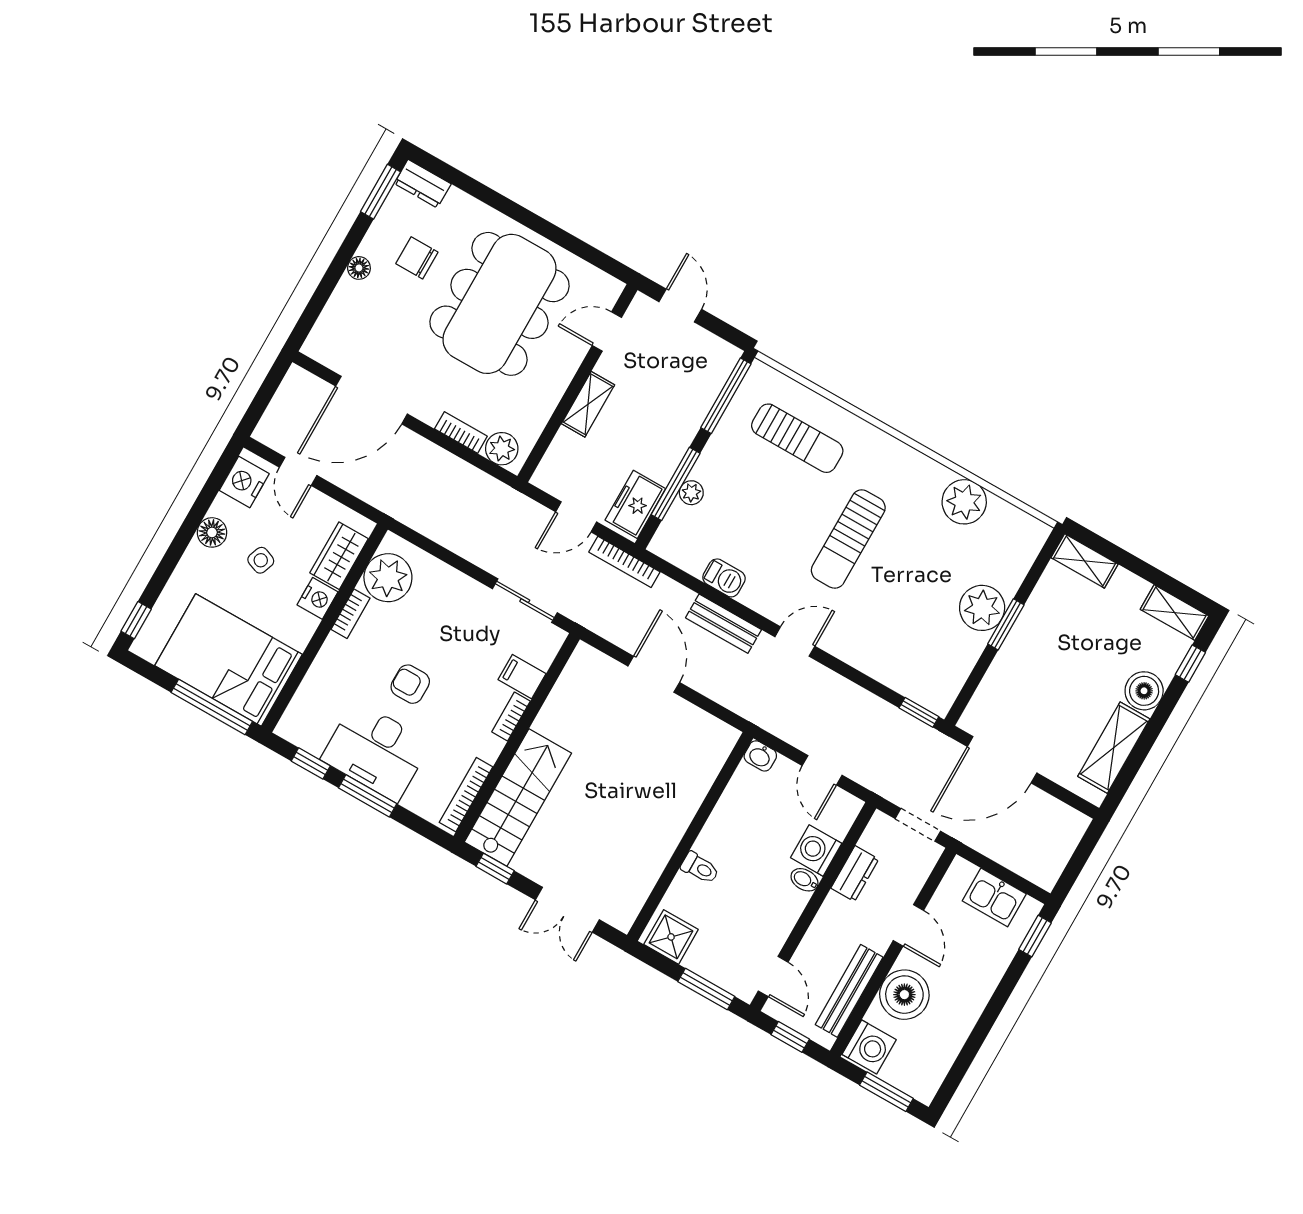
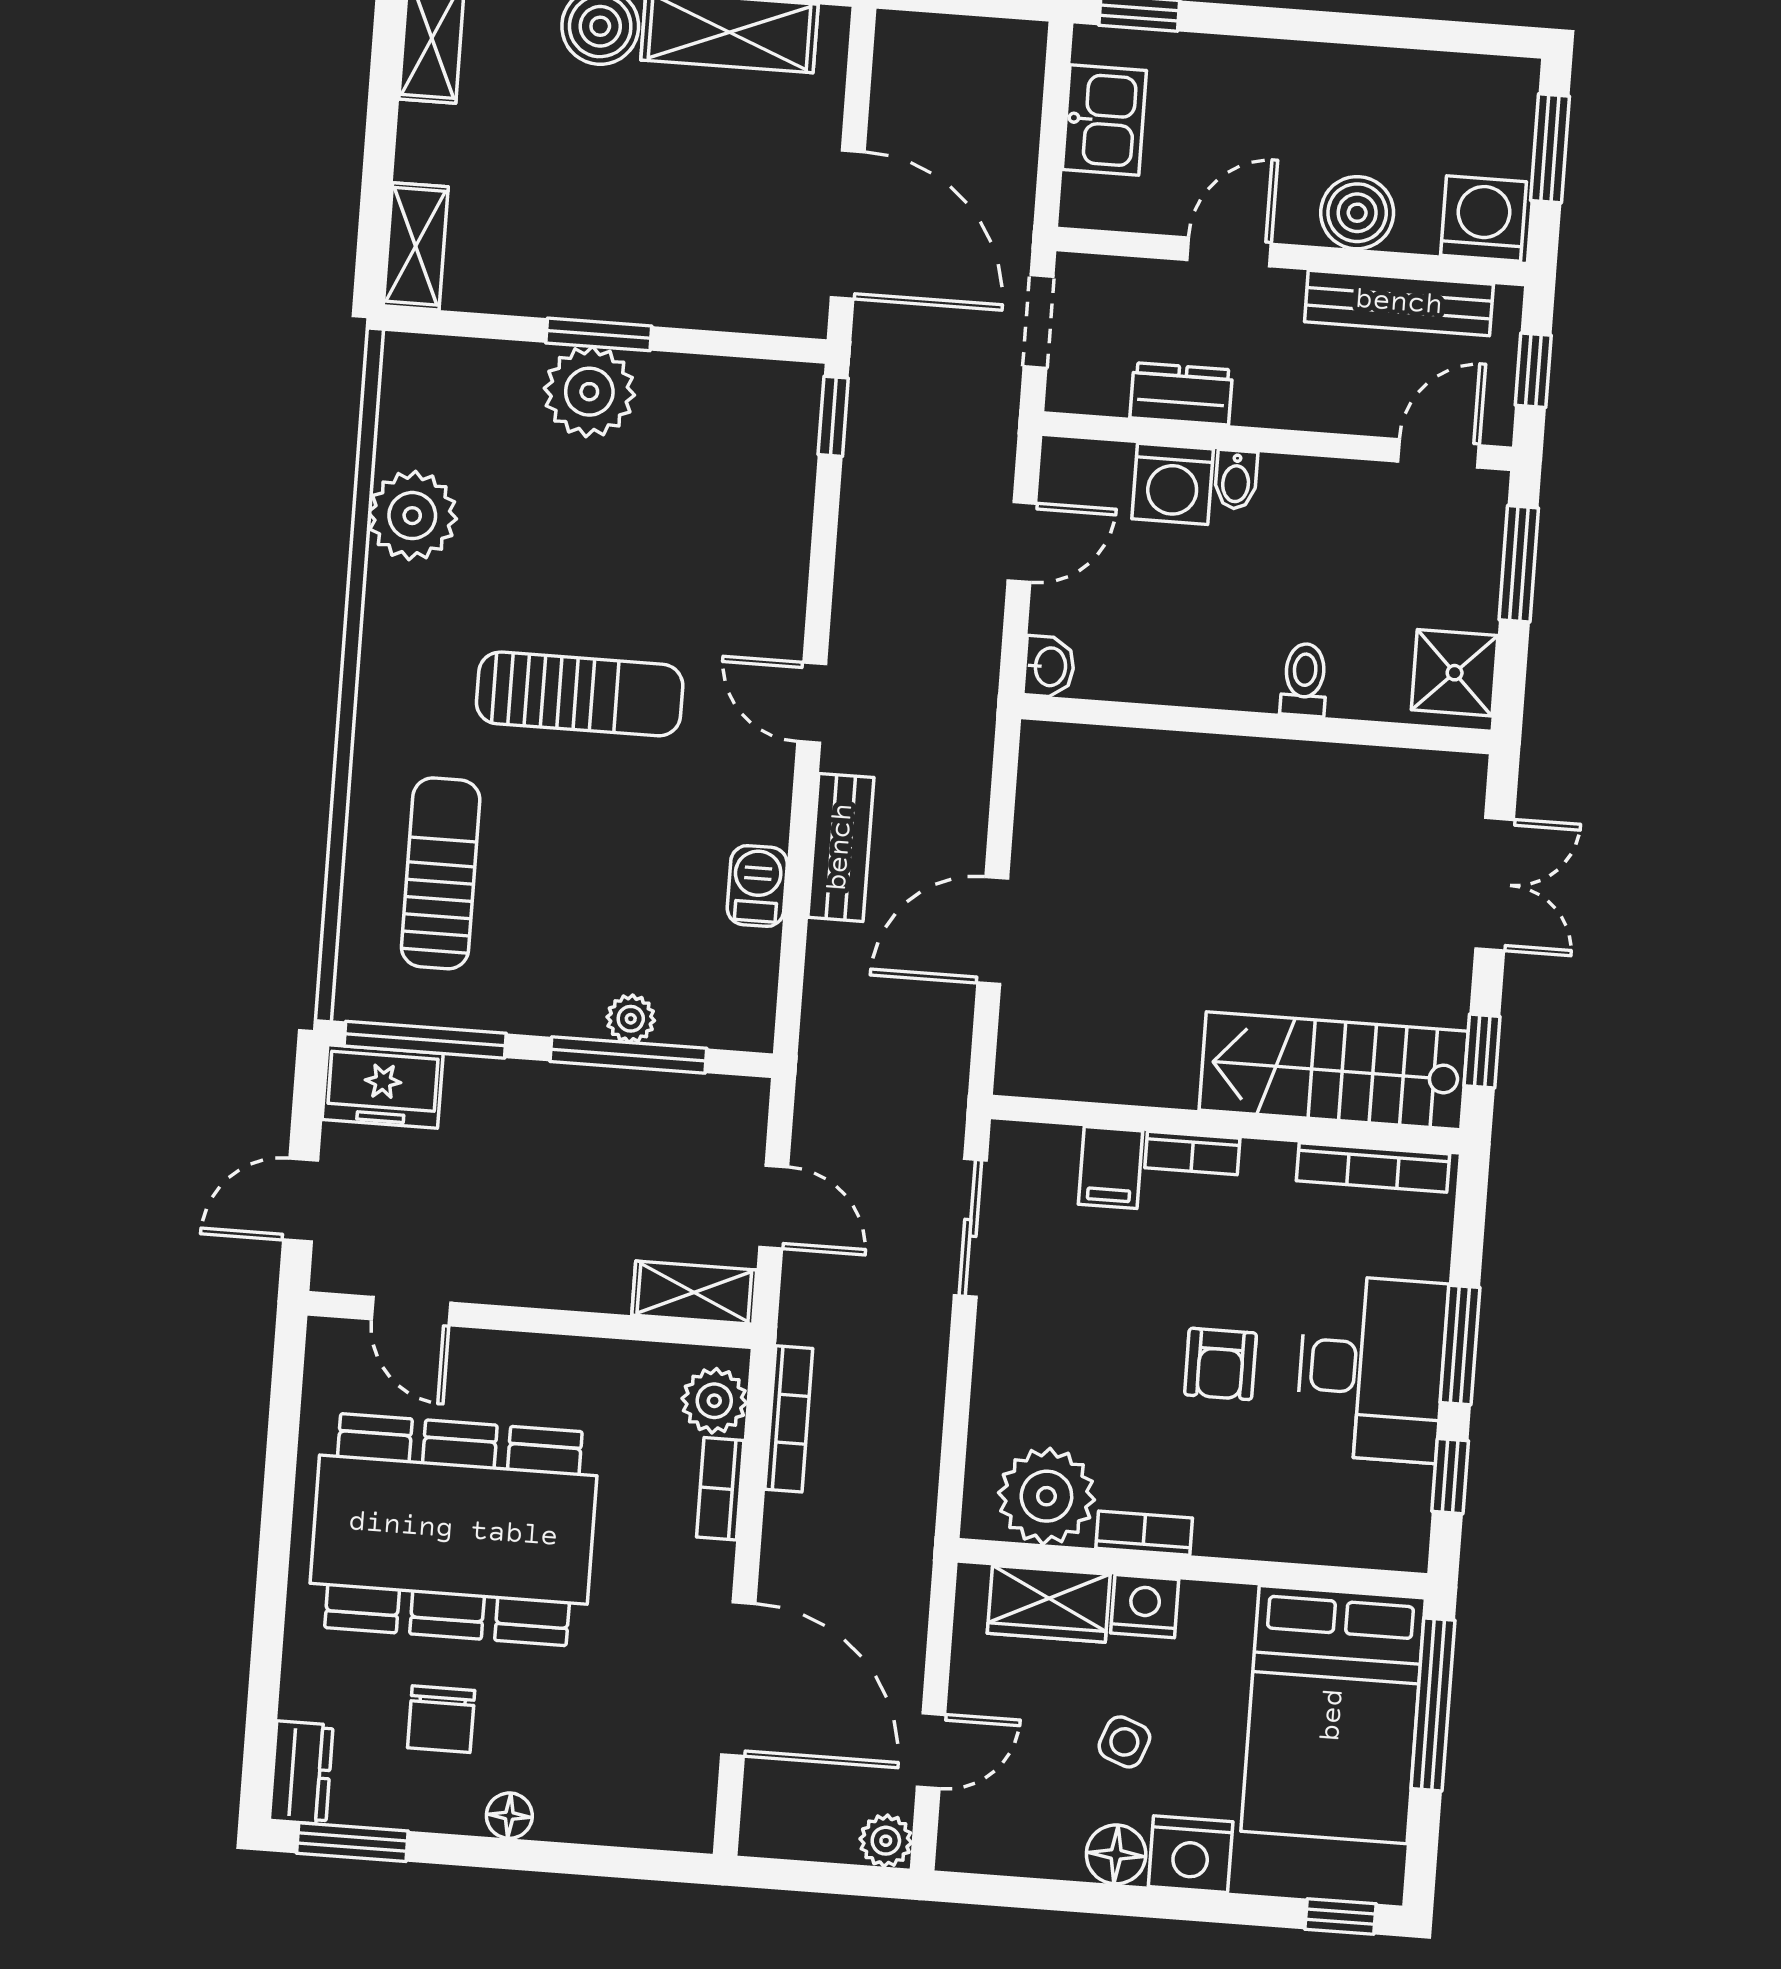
shelving: (588, 404) -> (694, 1293), moved
plant: (267, 432) -> (886, 1841), added
nightstand: (244, 482) -> (1191, 1854), moved
freezer: (635, 504) -> (383, 1086), moved
bookcase: (624, 562) -> (789, 1419), moved
boiler: (904, 995) -> (1357, 213), width x0.73, depth x0.73

